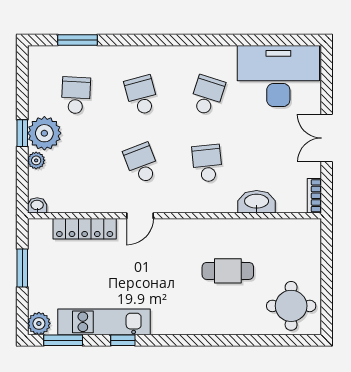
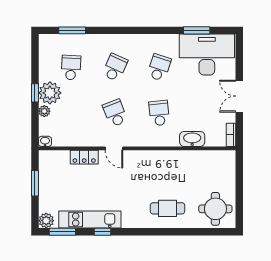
window: (263, 40) -> (197, 30), added
school desk: (142, 95) -> (115, 67), turned 39
door: (140, 216) -> (114, 148), hinge flipped
locker: (85, 229) -> (84, 157), width x0.66
cafe table: (228, 271) -> (168, 208), moved

